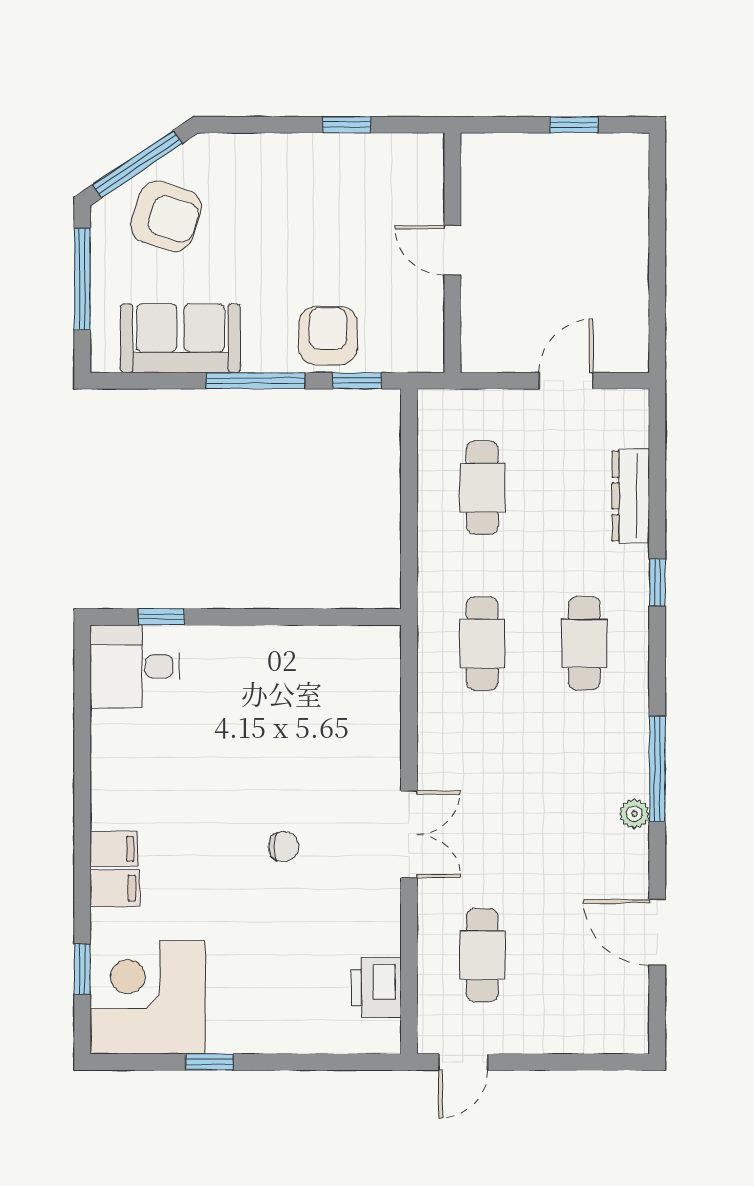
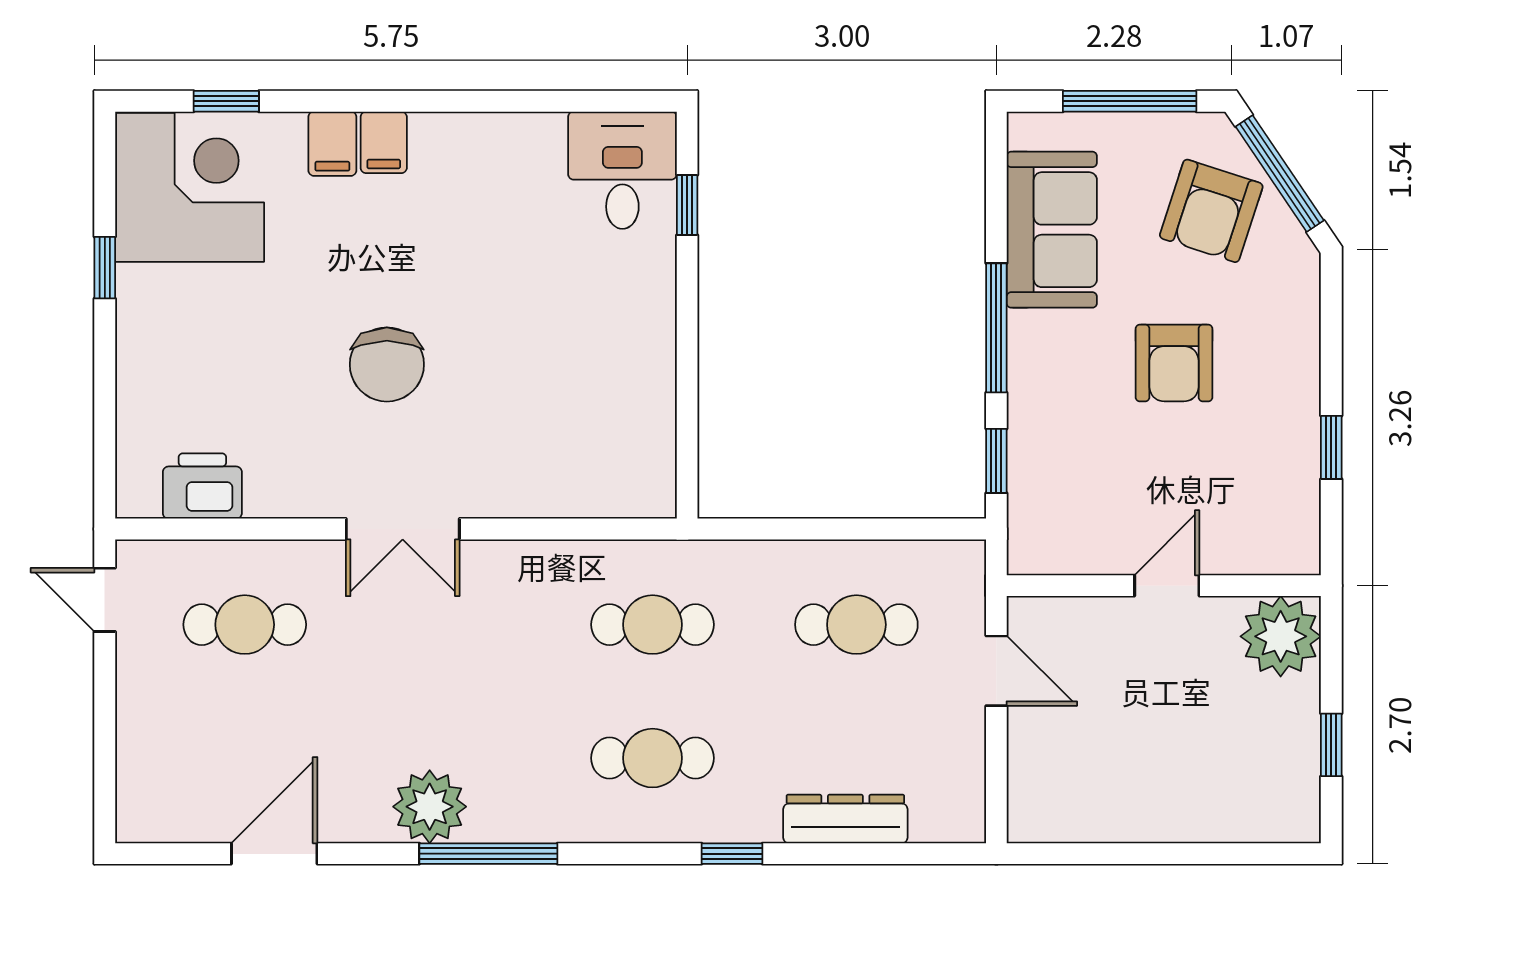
plant: (491, 163) -> (1281, 636), added
armchair: (328, 336) -> (1174, 363), moved, turned 90
door: (566, 381) -> (996, 671), moved
plant: (634, 814) -> (430, 807), width x1.87, depth x1.87
chair: (283, 846) -> (387, 364), width x1.87, depth x1.87

